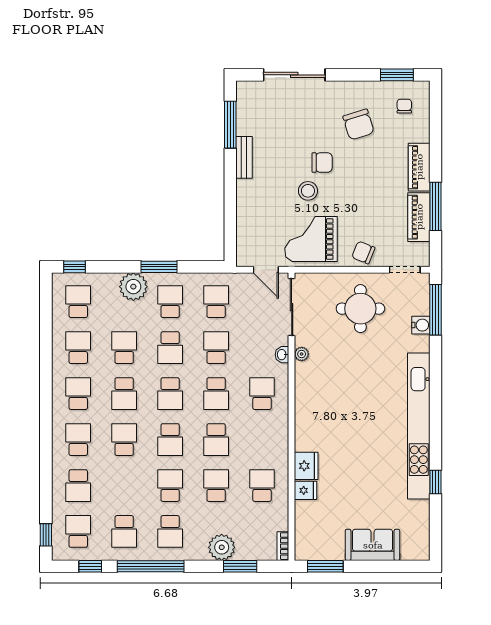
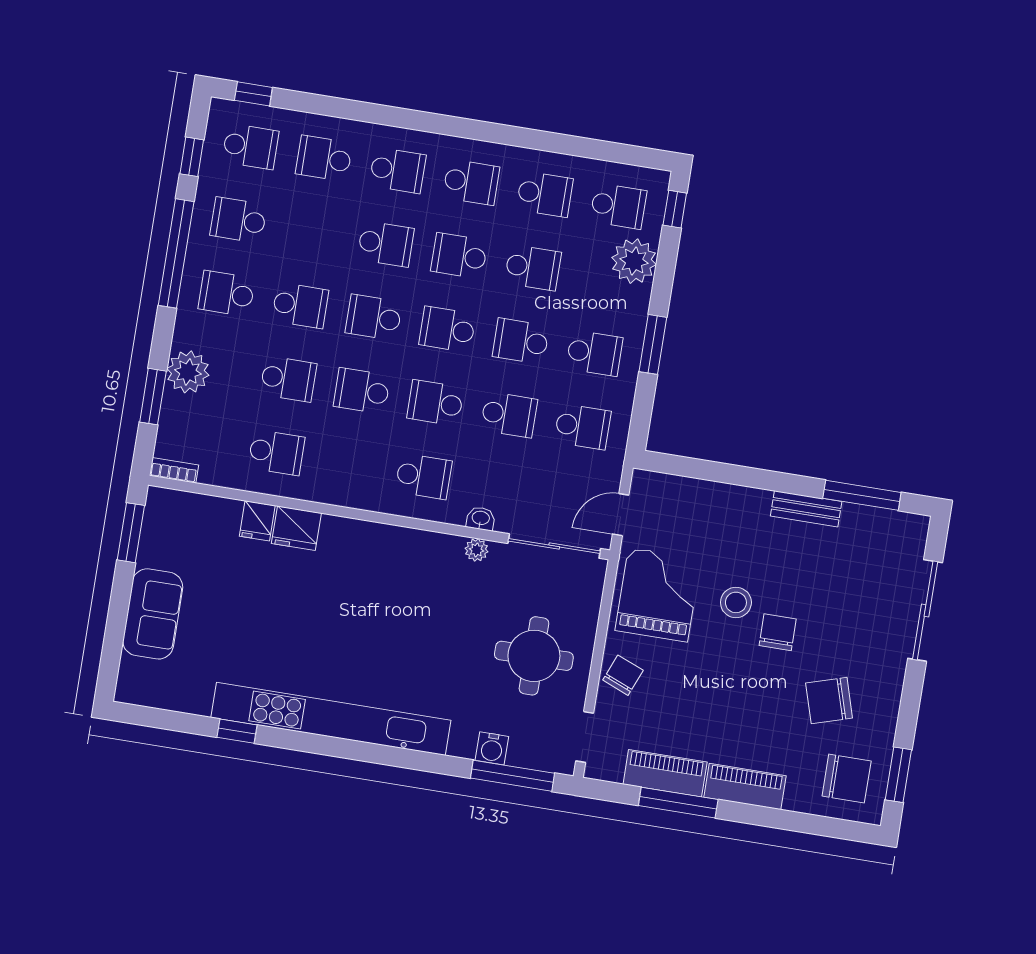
chair: (404, 106) -> (847, 779), width x1.87, depth x1.87
chair: (322, 163) -> (778, 632), turned 180
plant: (133, 287) -> (634, 261), moved

